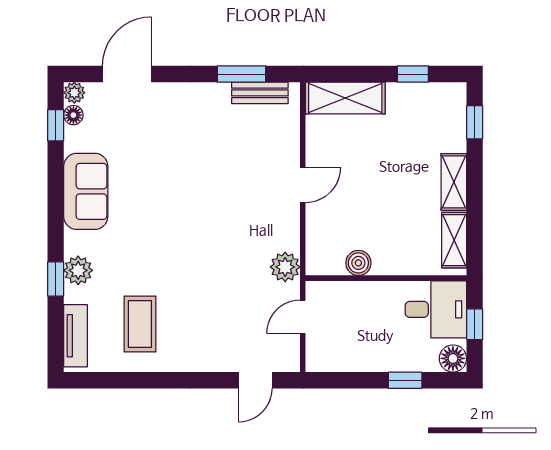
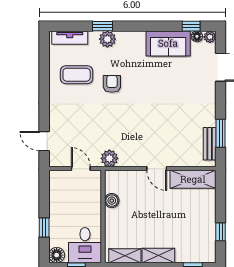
shelving: (345, 98) -> (193, 179), moved, turned 90
sofa: (86, 191) -> (168, 43), moved
armchair: (156, 263) -> (112, 84), added

